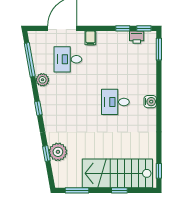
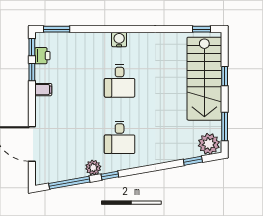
filing cabinet: (90, 38) -> (43, 90), moved
desk: (68, 59) -> (120, 137), moved
window: (38, 108) -> (110, 176), moved
plant: (58, 152) -> (209, 144), moved
window: (46, 154) -> (193, 161), moved

